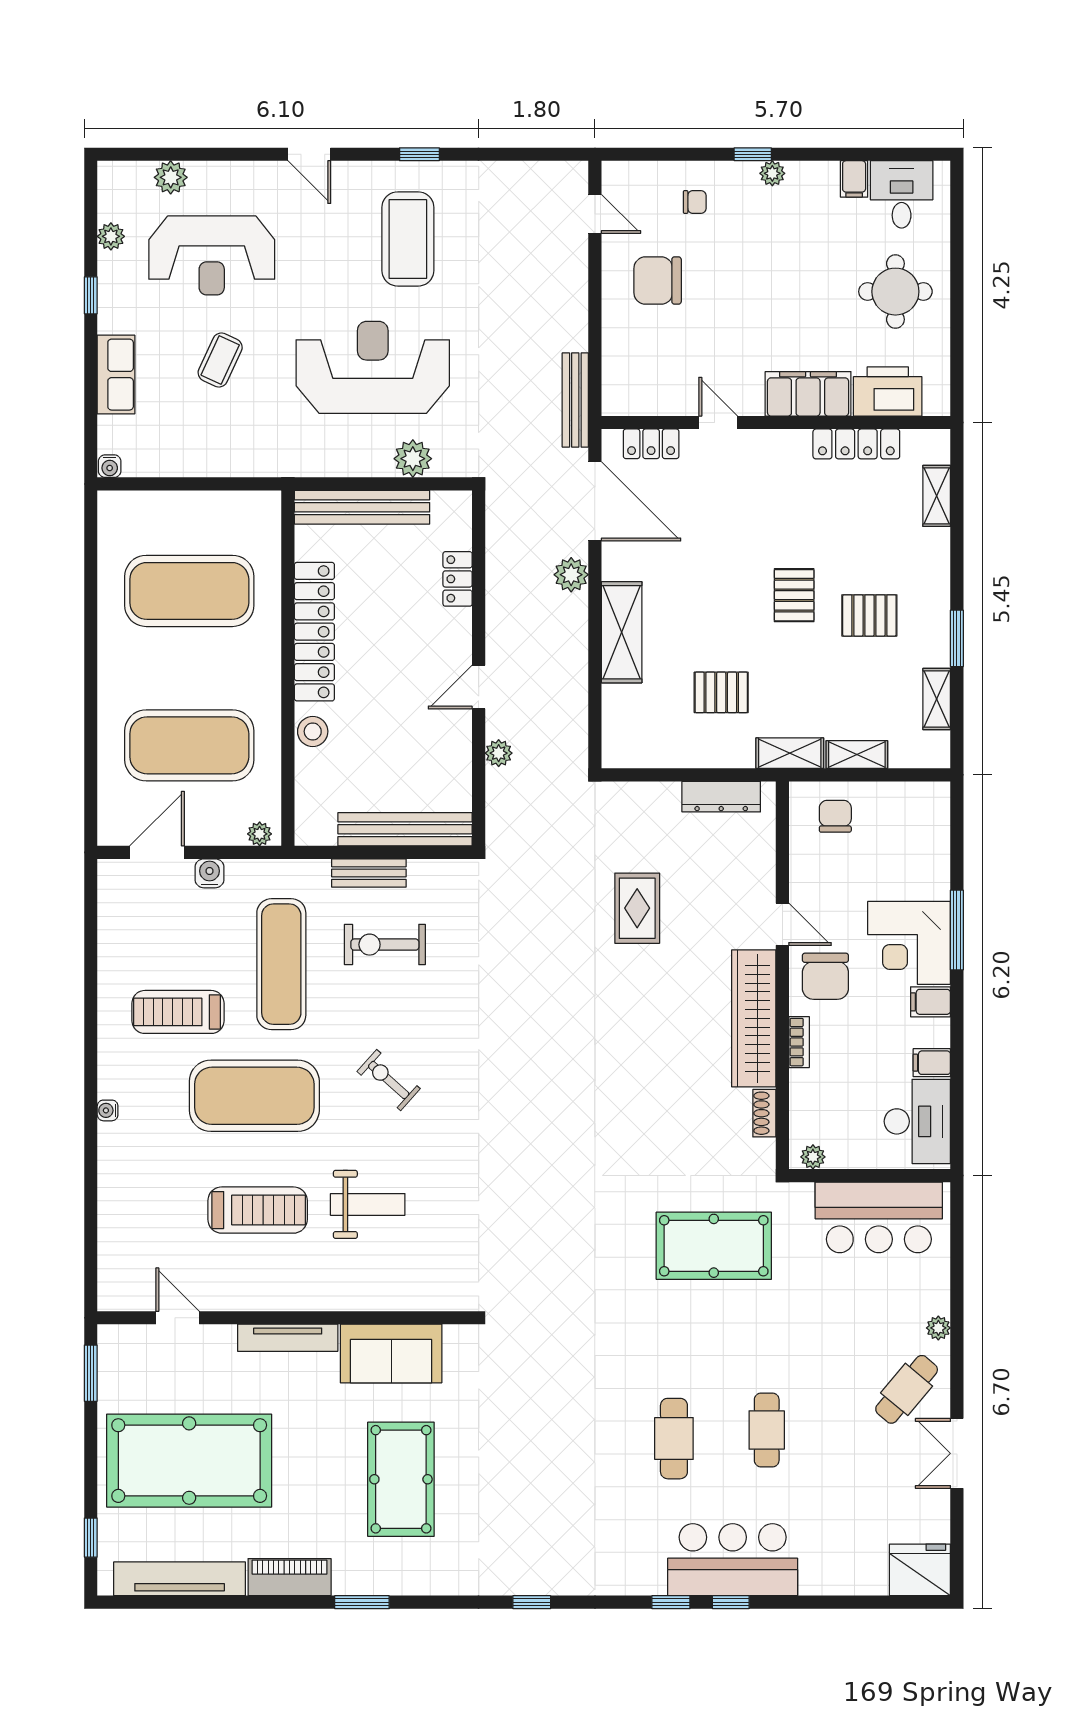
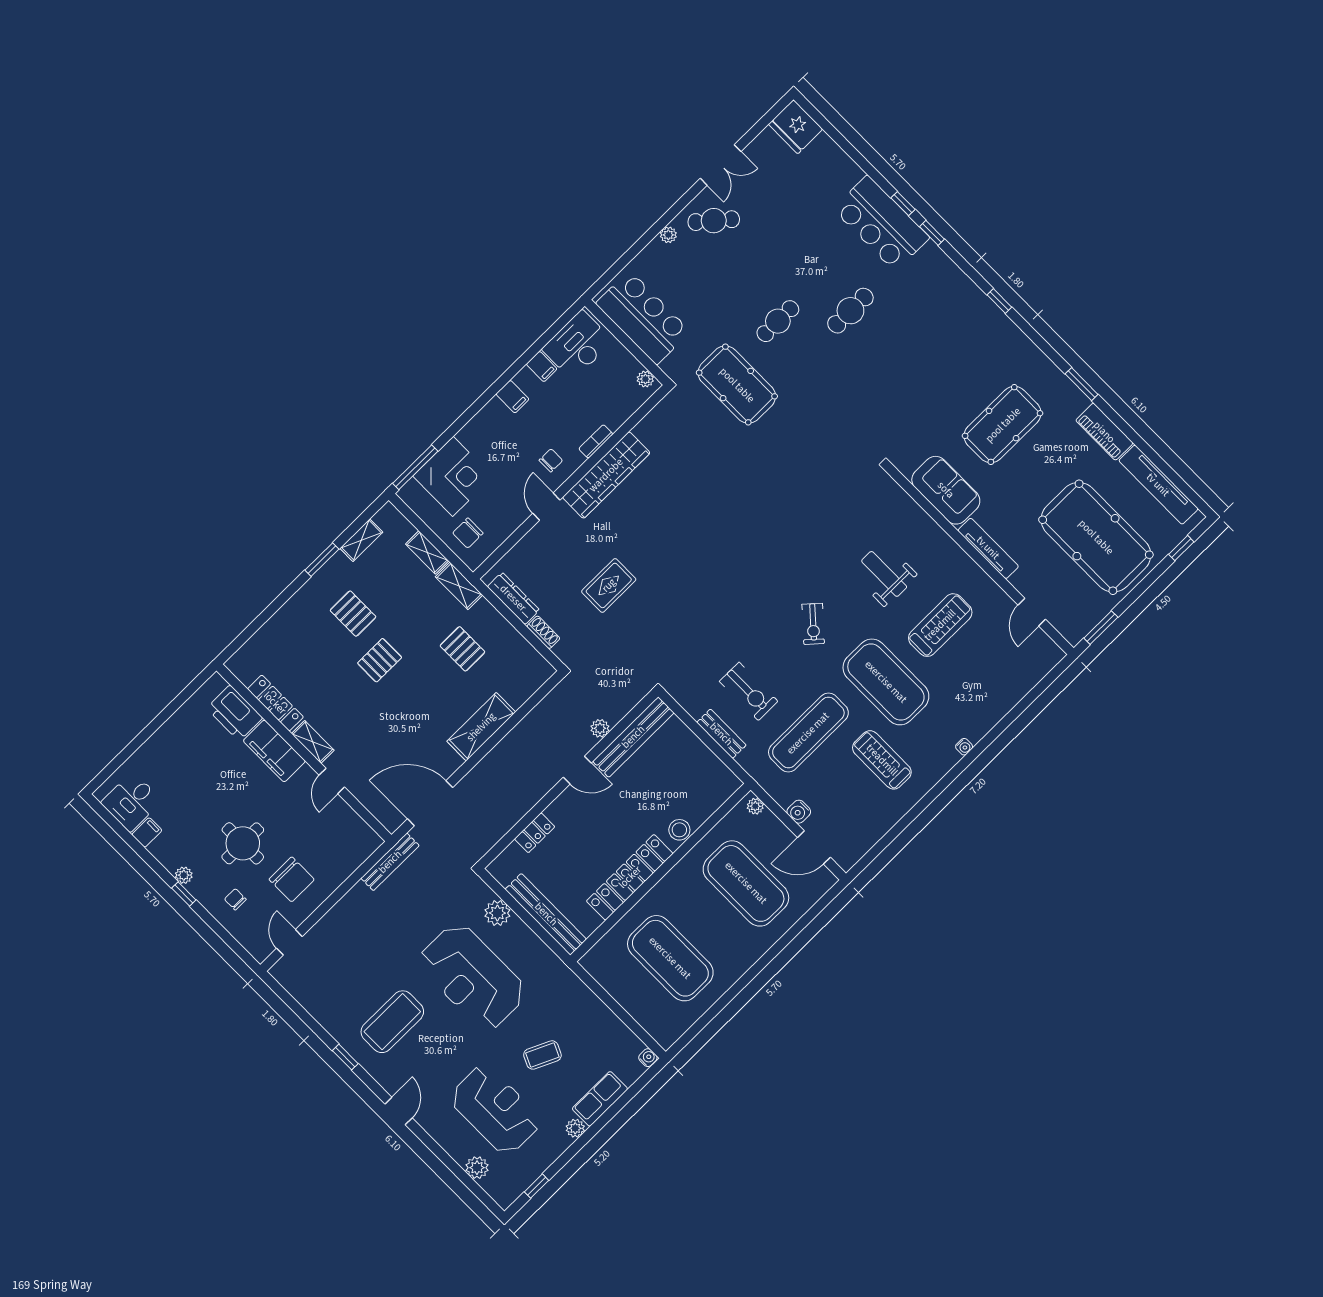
plant: (111, 236) -> (575, 1128), moved
round table: (895, 292) -> (243, 843), moved
window: (91, 295) -> (537, 1186), moved
locker: (651, 444) -> (375, 804), removed
shelving: (937, 496) -> (313, 742), moved, turned 90
door: (595, 501) -> (430, 803), hinge flipped
plant: (571, 575) -> (478, 779), removed
bench: (405, 829) -> (633, 737), moved, turned 90
window: (957, 930) -> (415, 467), moved
corner desk: (909, 943) -> (453, 476), moved
chair: (825, 976) -> (551, 460), width x0.54, depth x0.54
treadmill: (178, 1012) -> (882, 760), turned 180
shoe rack: (764, 1113) -> (543, 632), moved, turned -90
treadmill: (258, 1210) -> (940, 625), turned 90
cafe table: (767, 1430) -> (778, 321), moved

